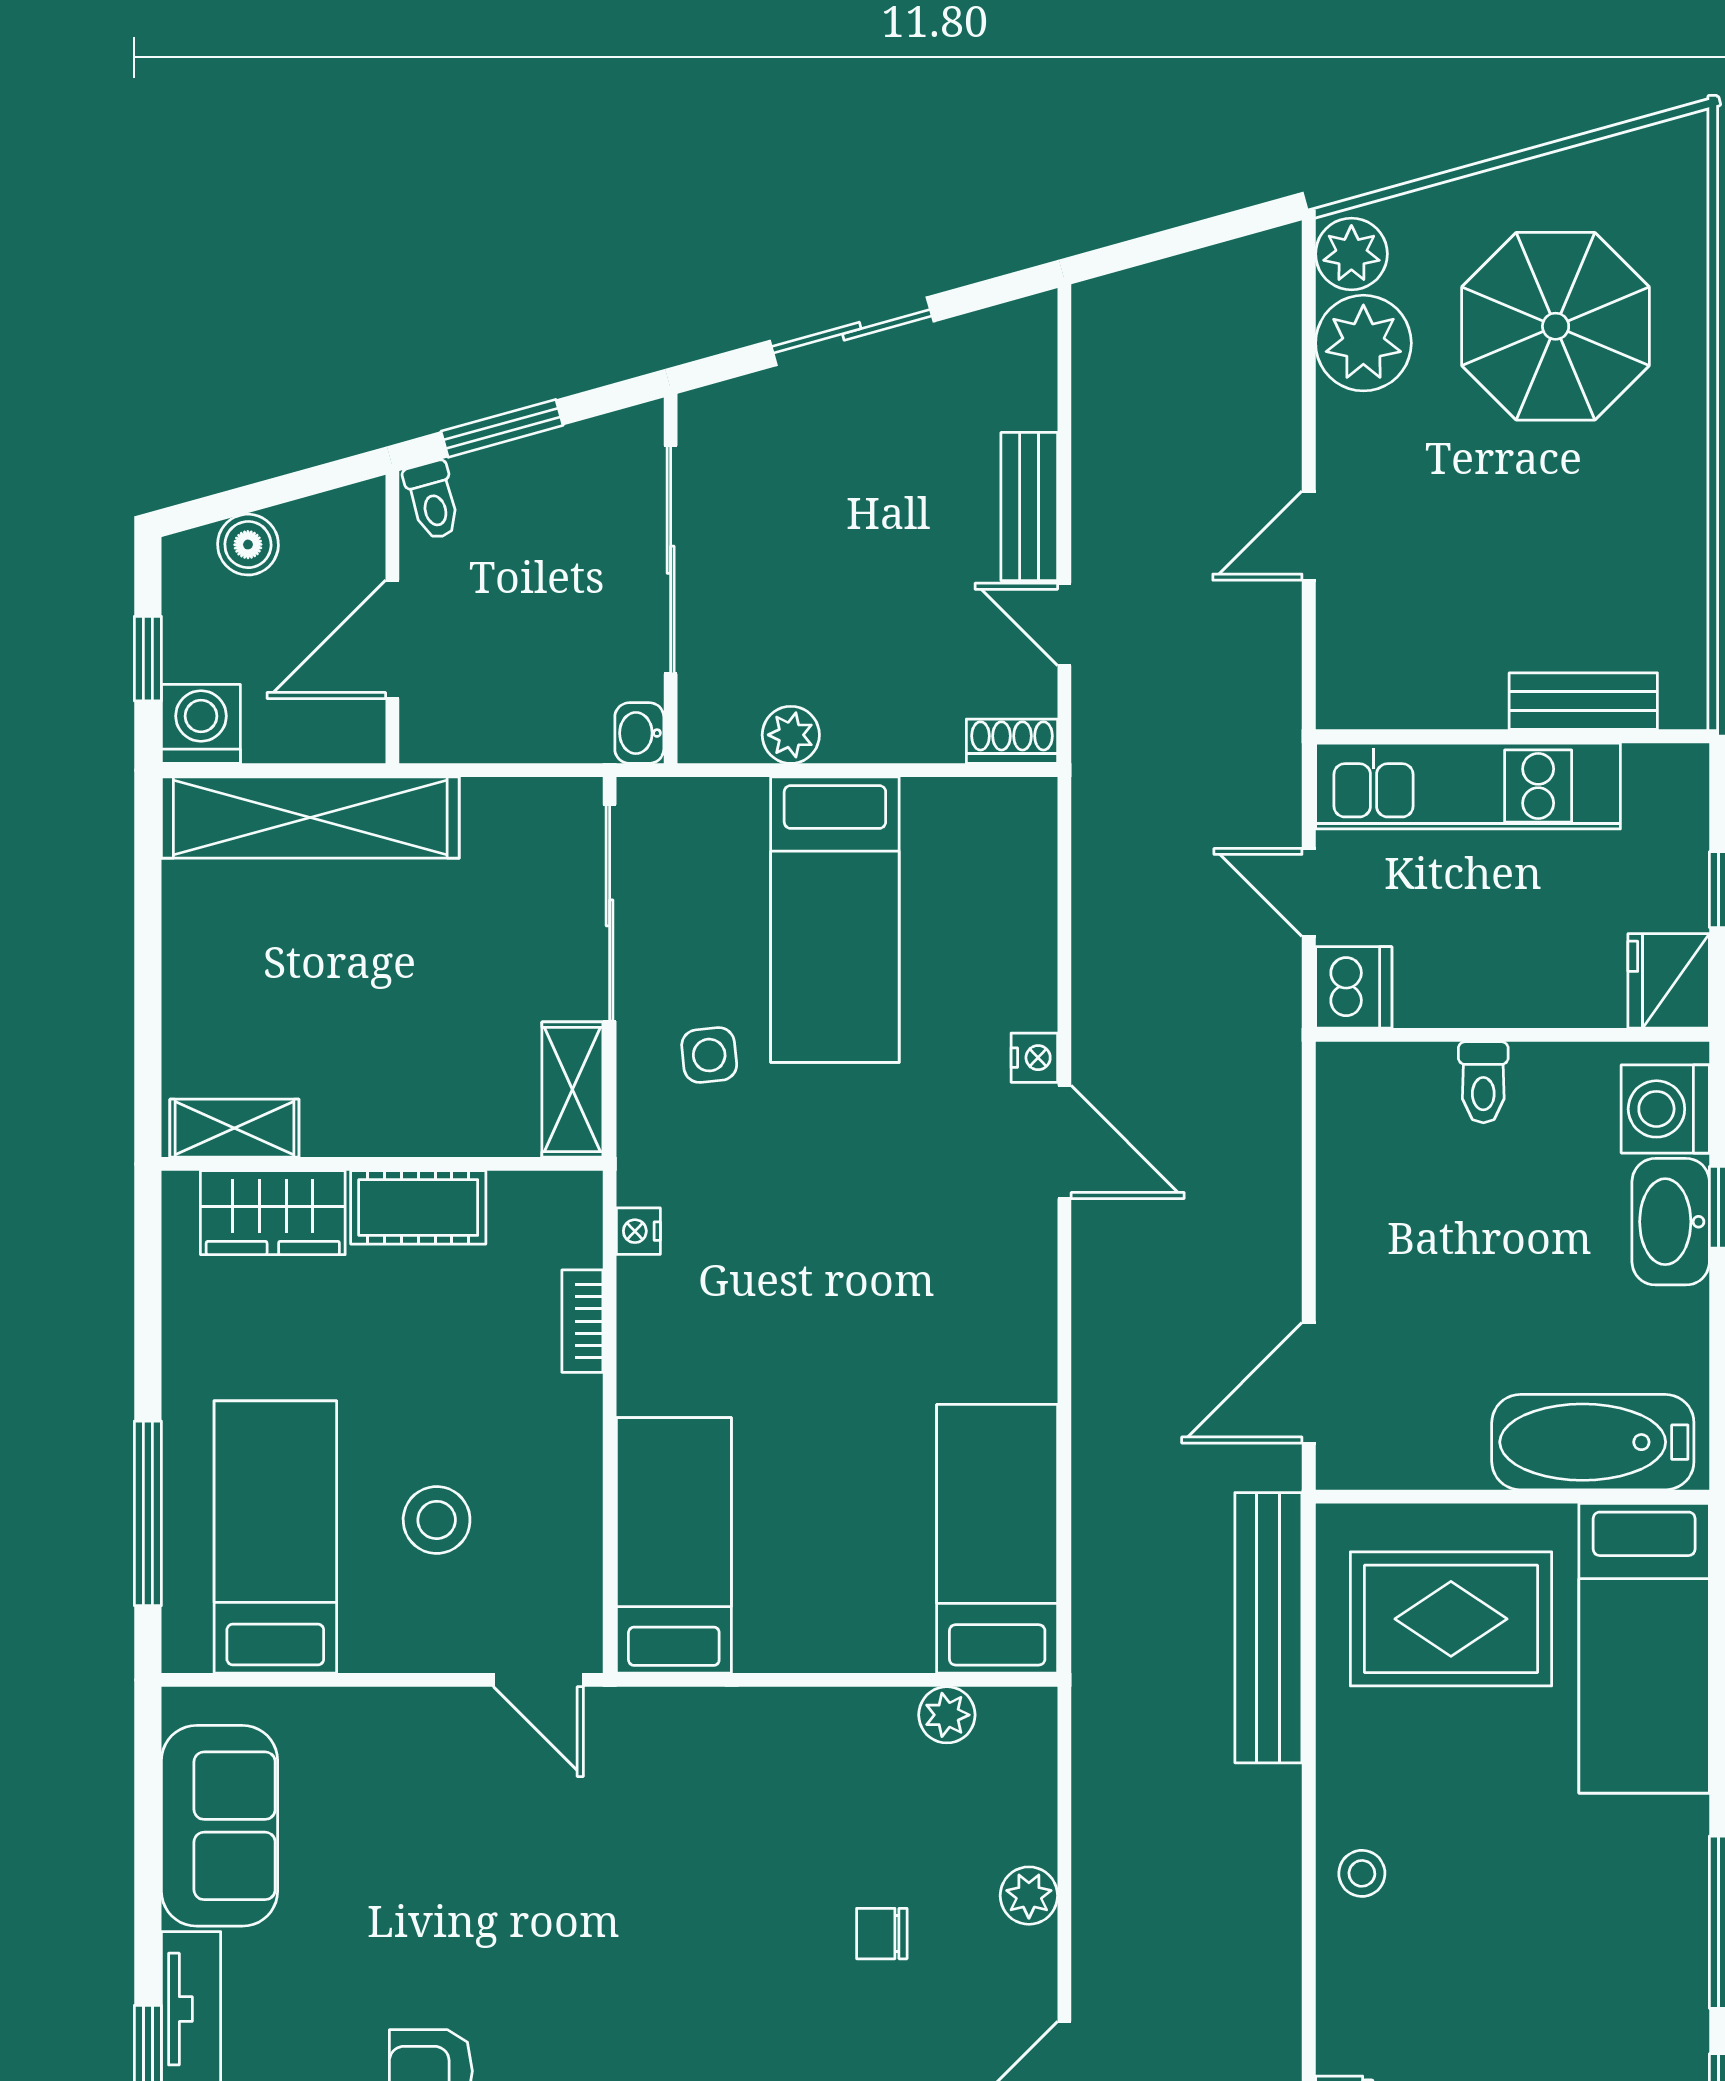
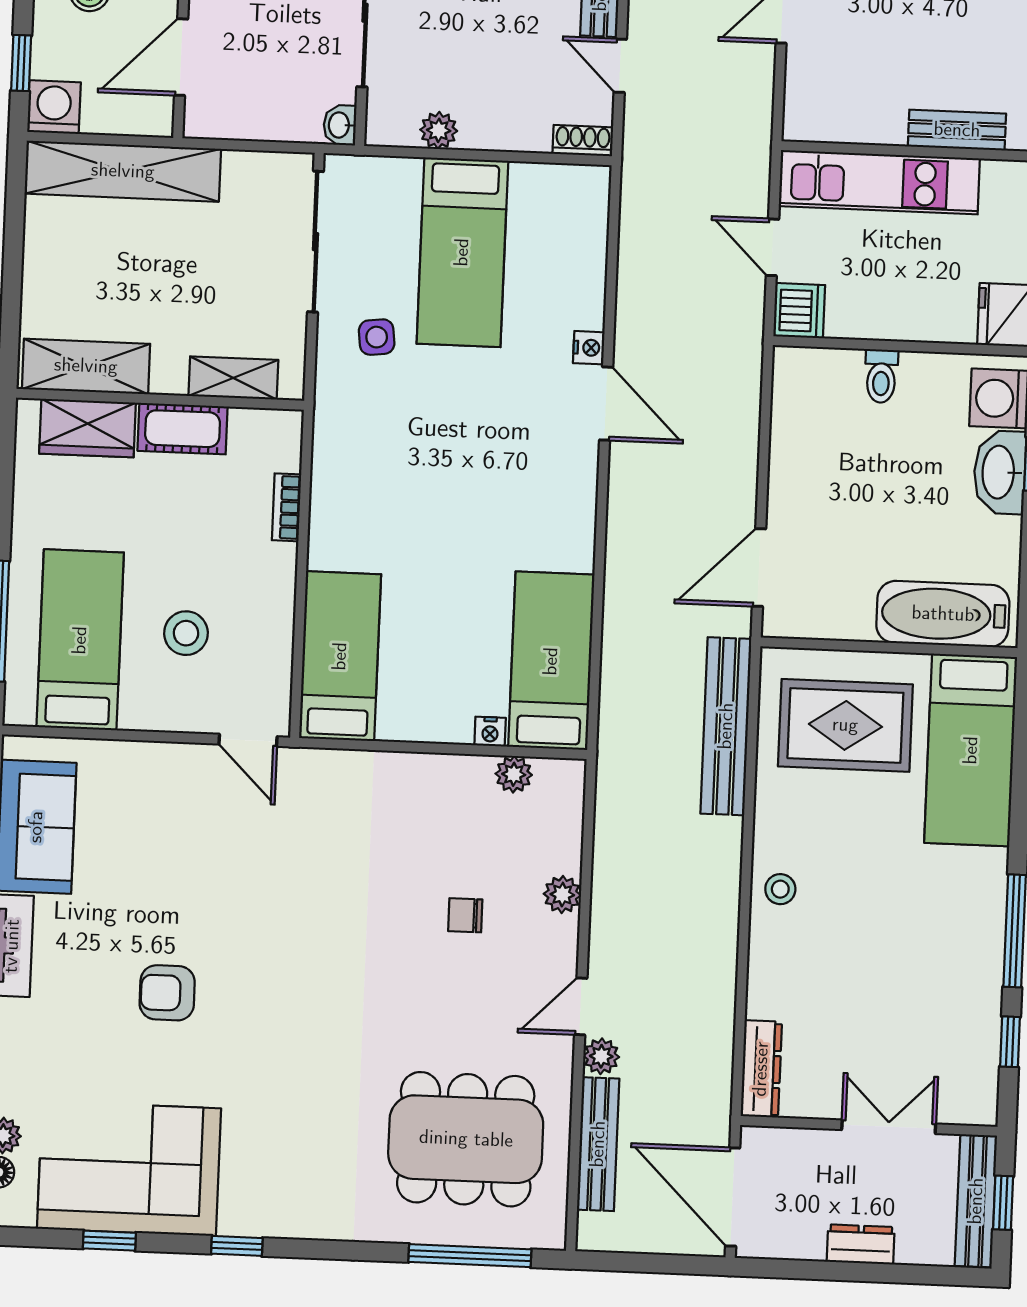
shelving: (572, 1090) -> (233, 378), moved, turned 90
shelving: (234, 1128) -> (86, 366), width x1.50, depth x1.33
nightstand: (638, 1231) -> (490, 732), moved, turned -90

